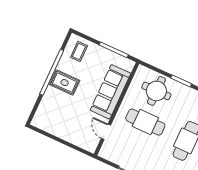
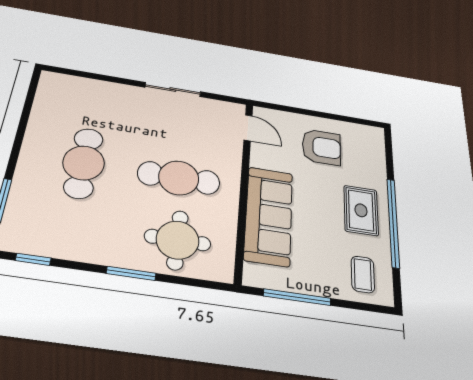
rug: (65, 83) -> (361, 210), turned 90
armchair: (69, 122) -> (321, 147), added
door: (106, 132) -> (248, 128), moved

